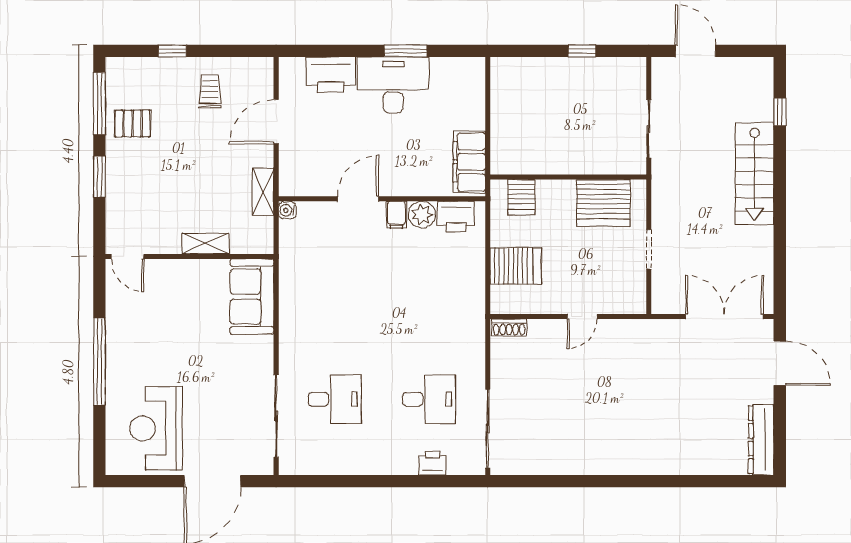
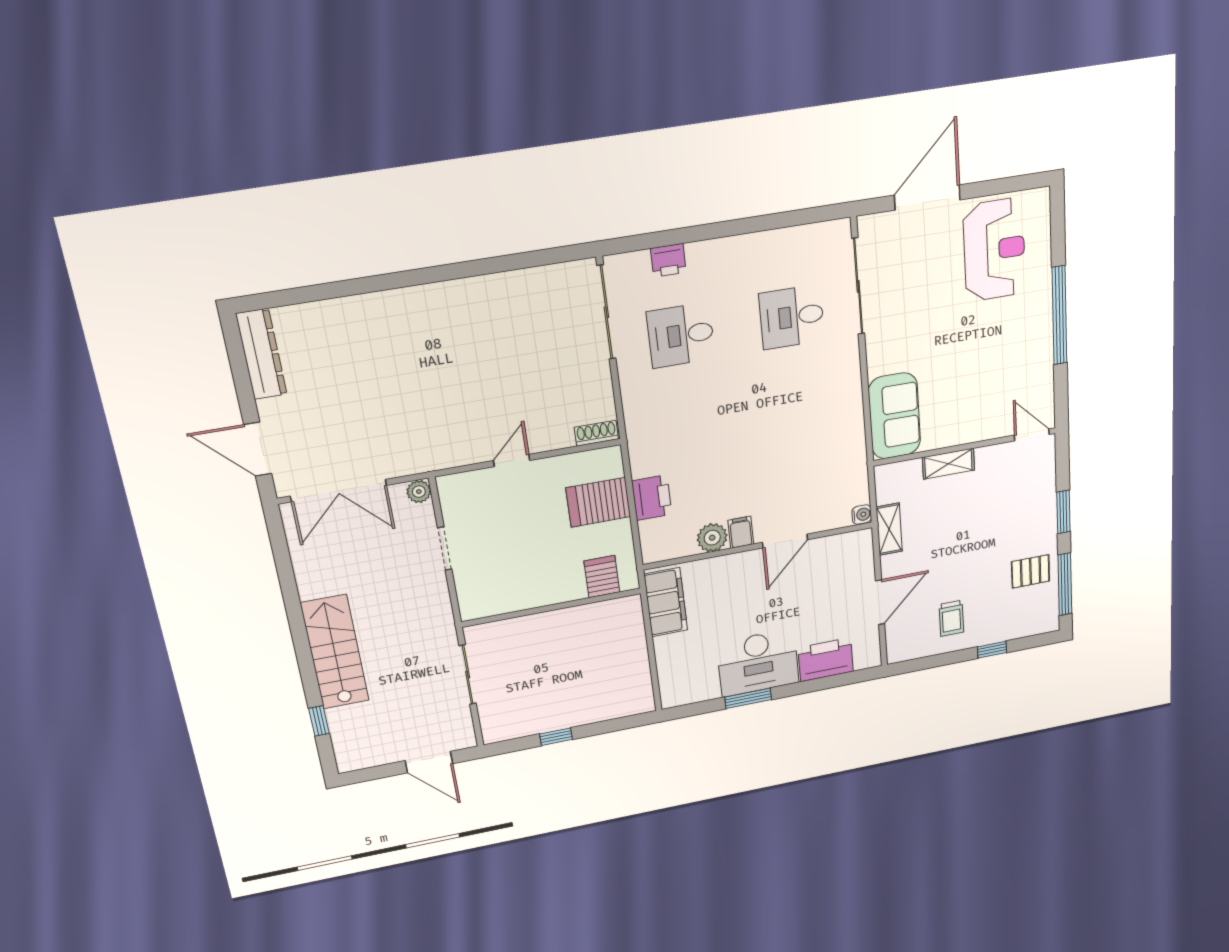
server rack: (603, 203) -> (507, 588), removed
printer: (456, 216) -> (652, 498), moved, turned 90
plant: (661, 304) -> (419, 492), added

